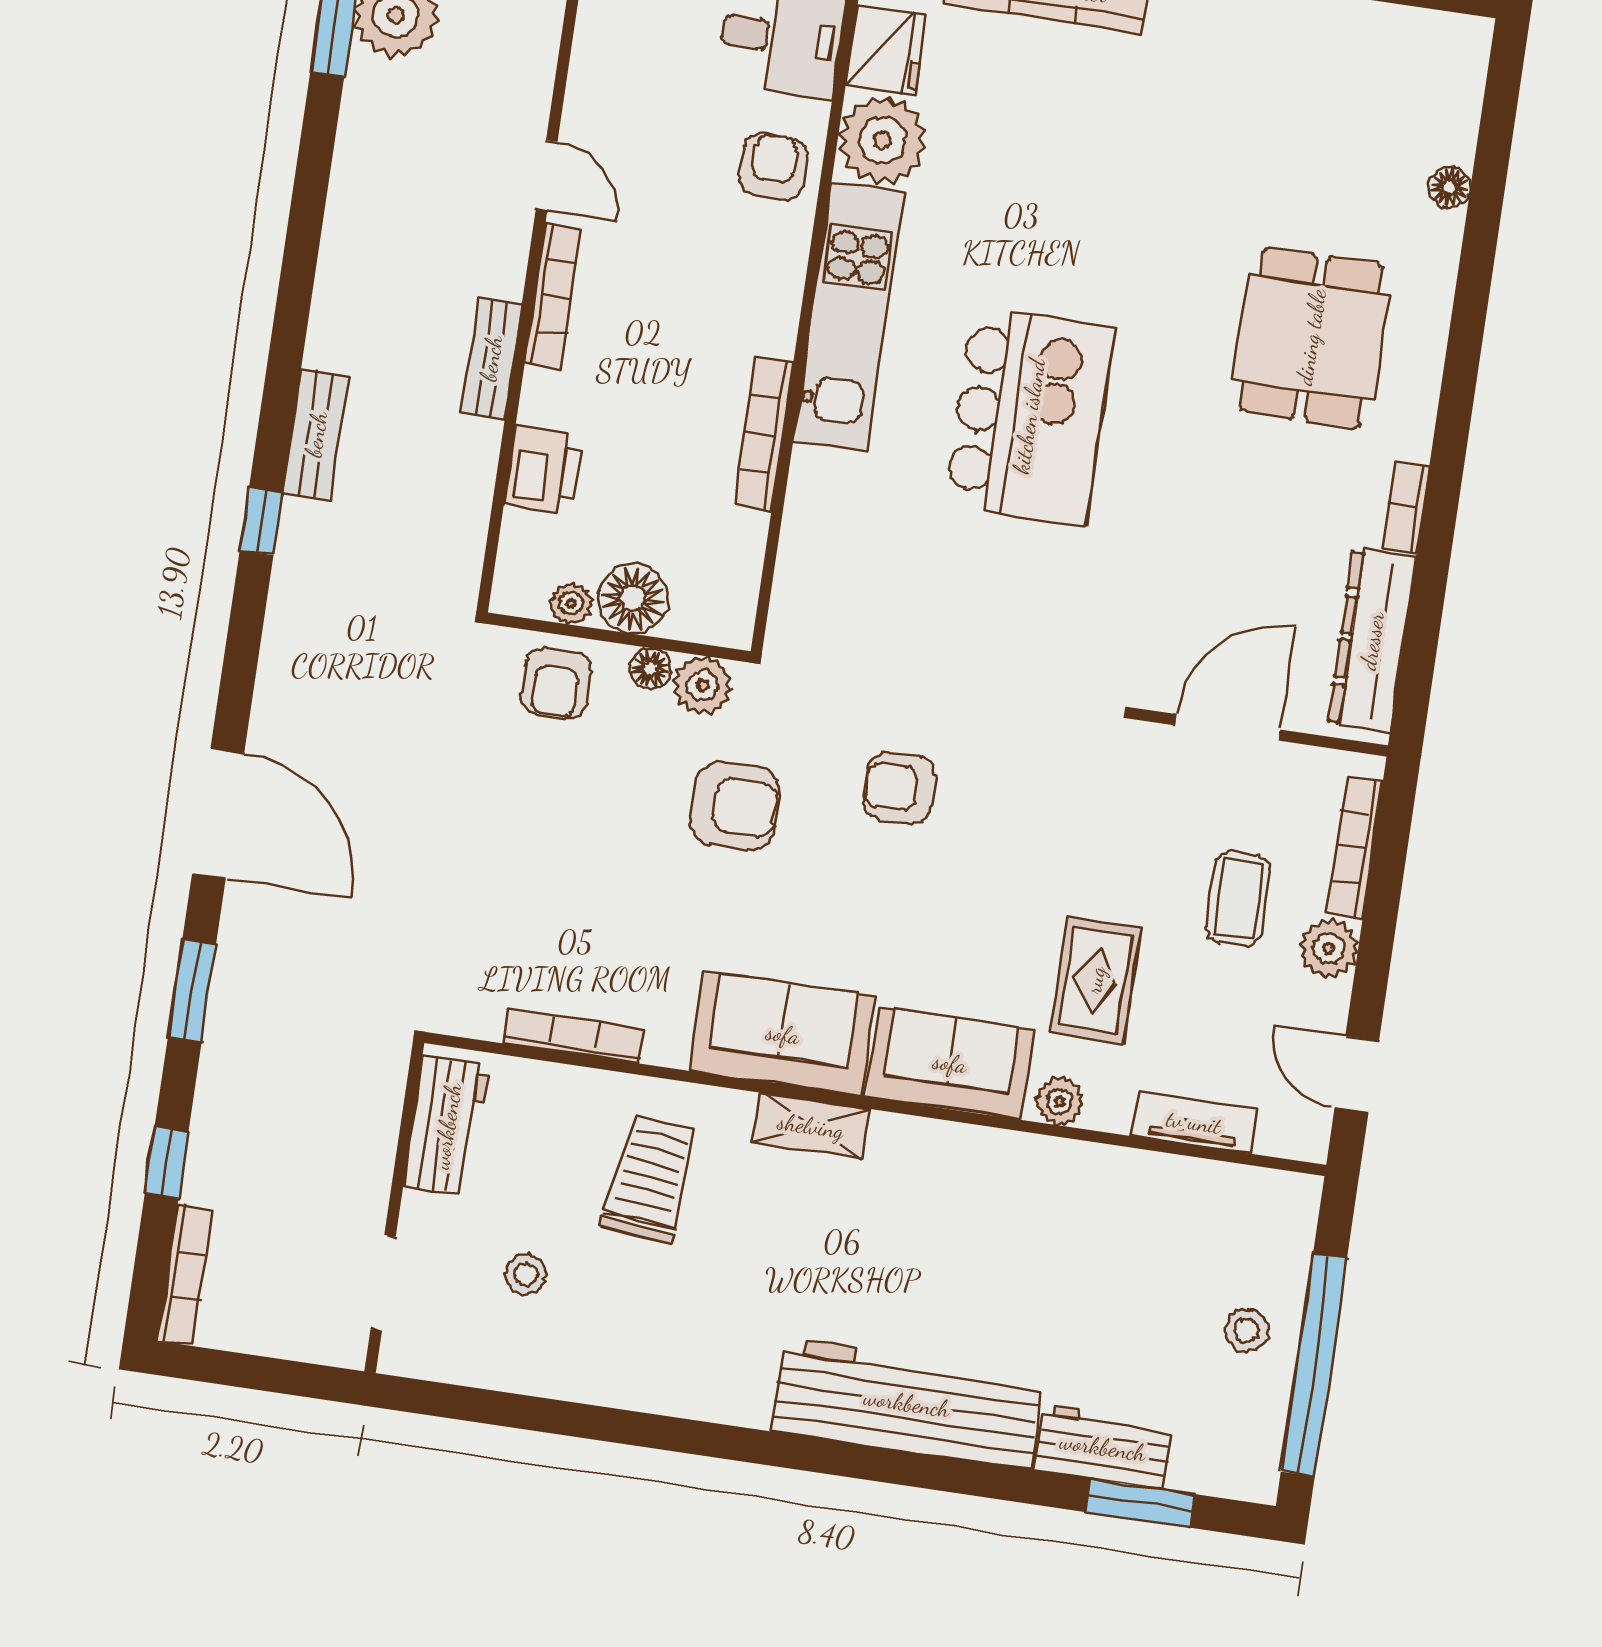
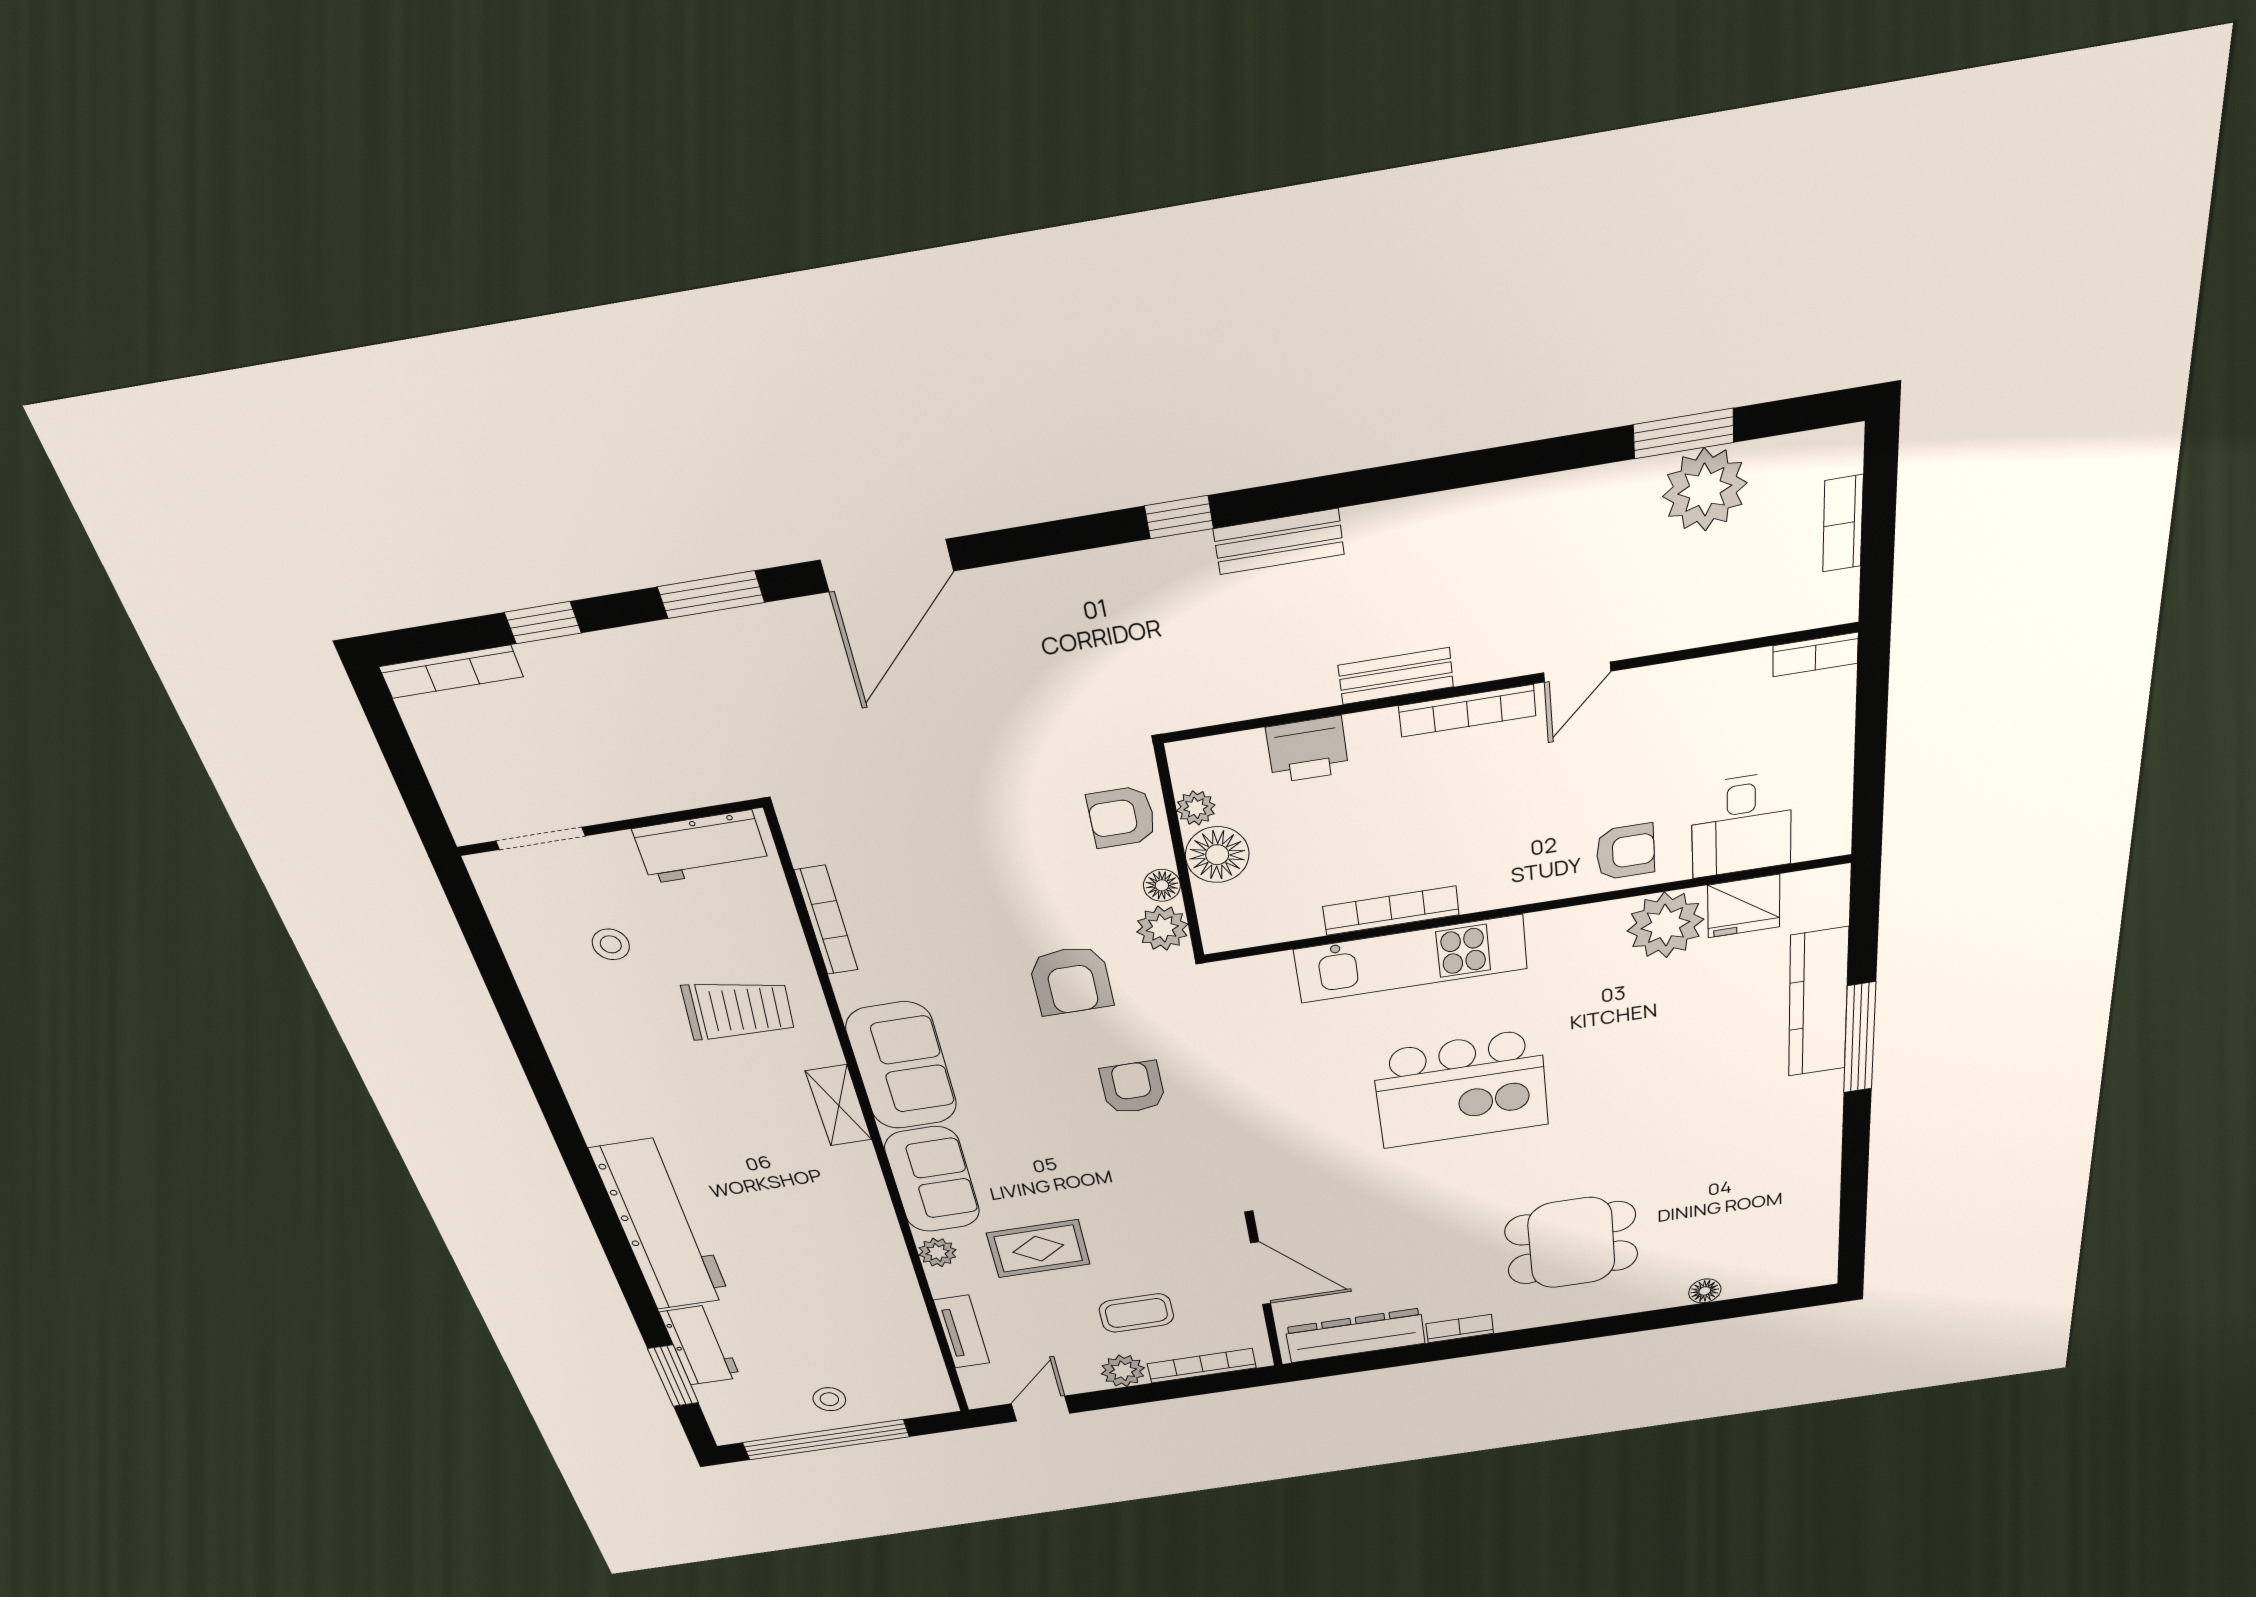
kitchen unit: (849, 317) -> (1411, 959), moved

